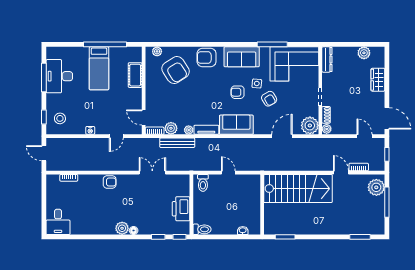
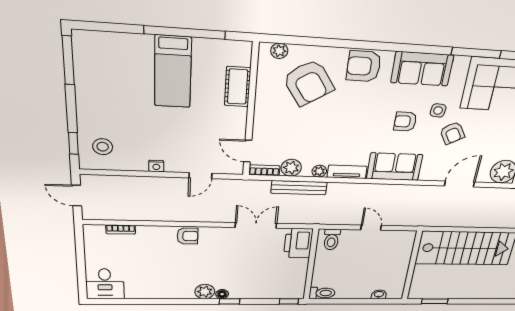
desk: (59, 76) -> (99, 81), removed
window: (44, 78) -> (68, 60), moved
printer: (181, 209) -> (298, 243), moved
window: (158, 237) -> (229, 301), moved

